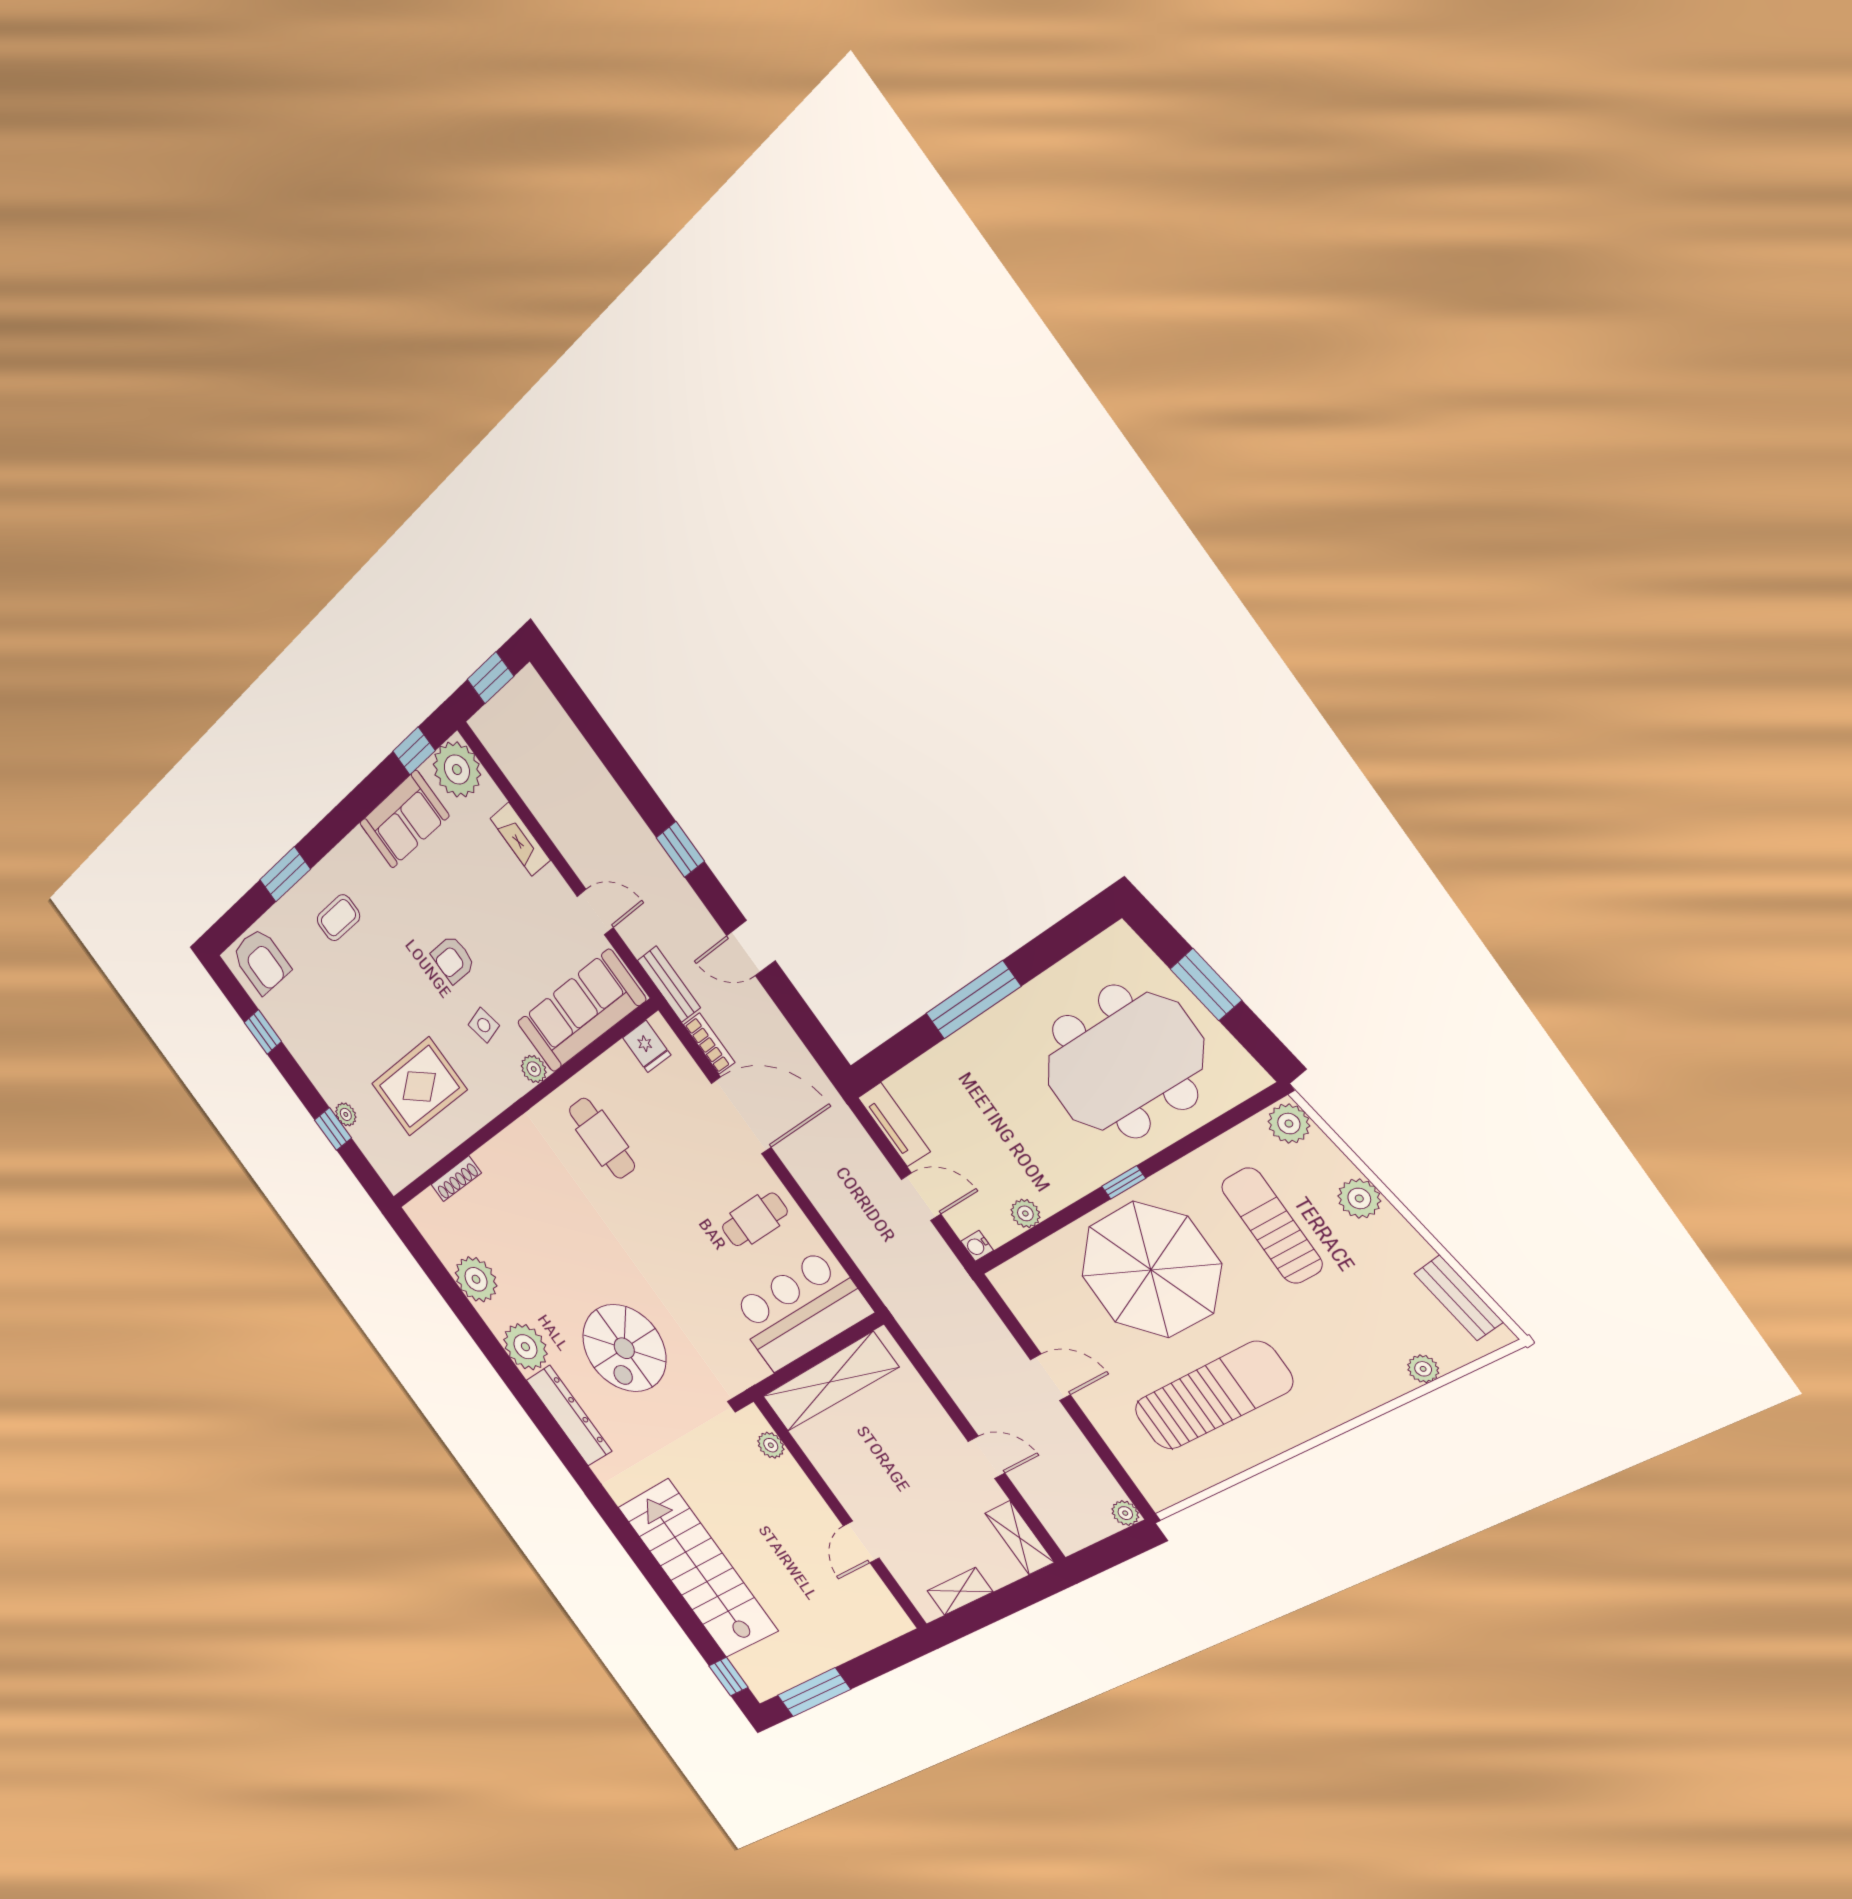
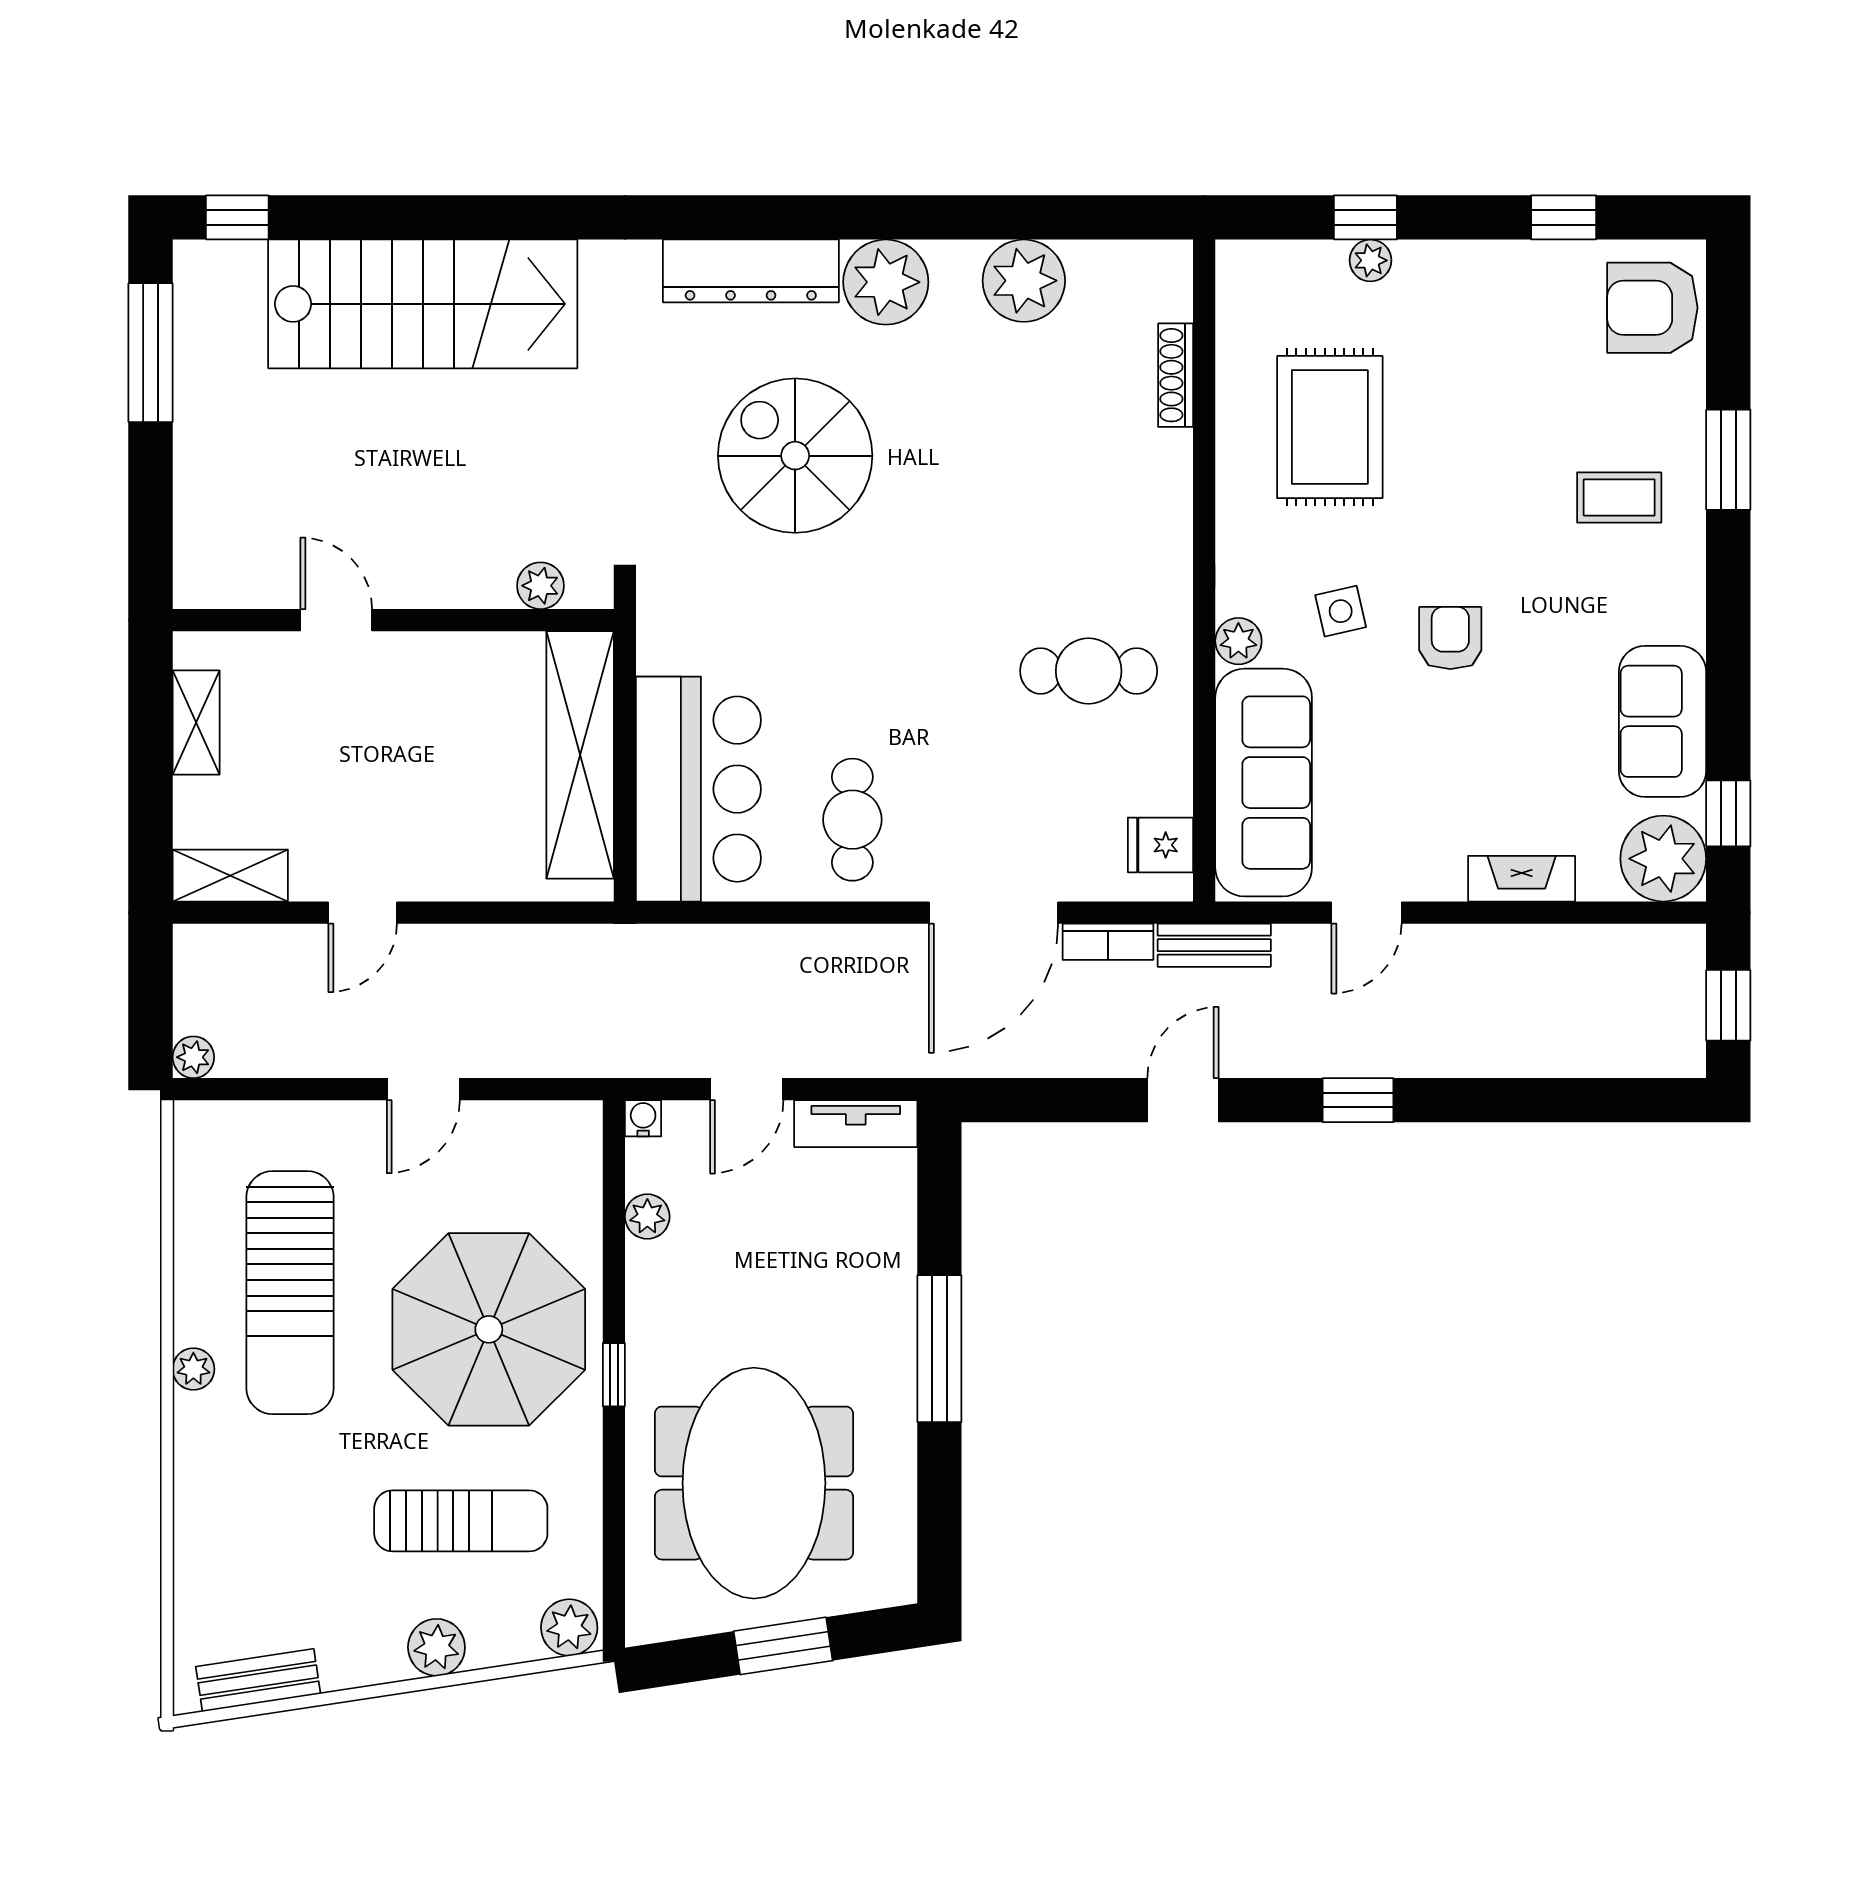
coffee table: (338, 918) -> (1619, 497), turned 90
plant: (1423, 1369) -> (193, 1369), moved

